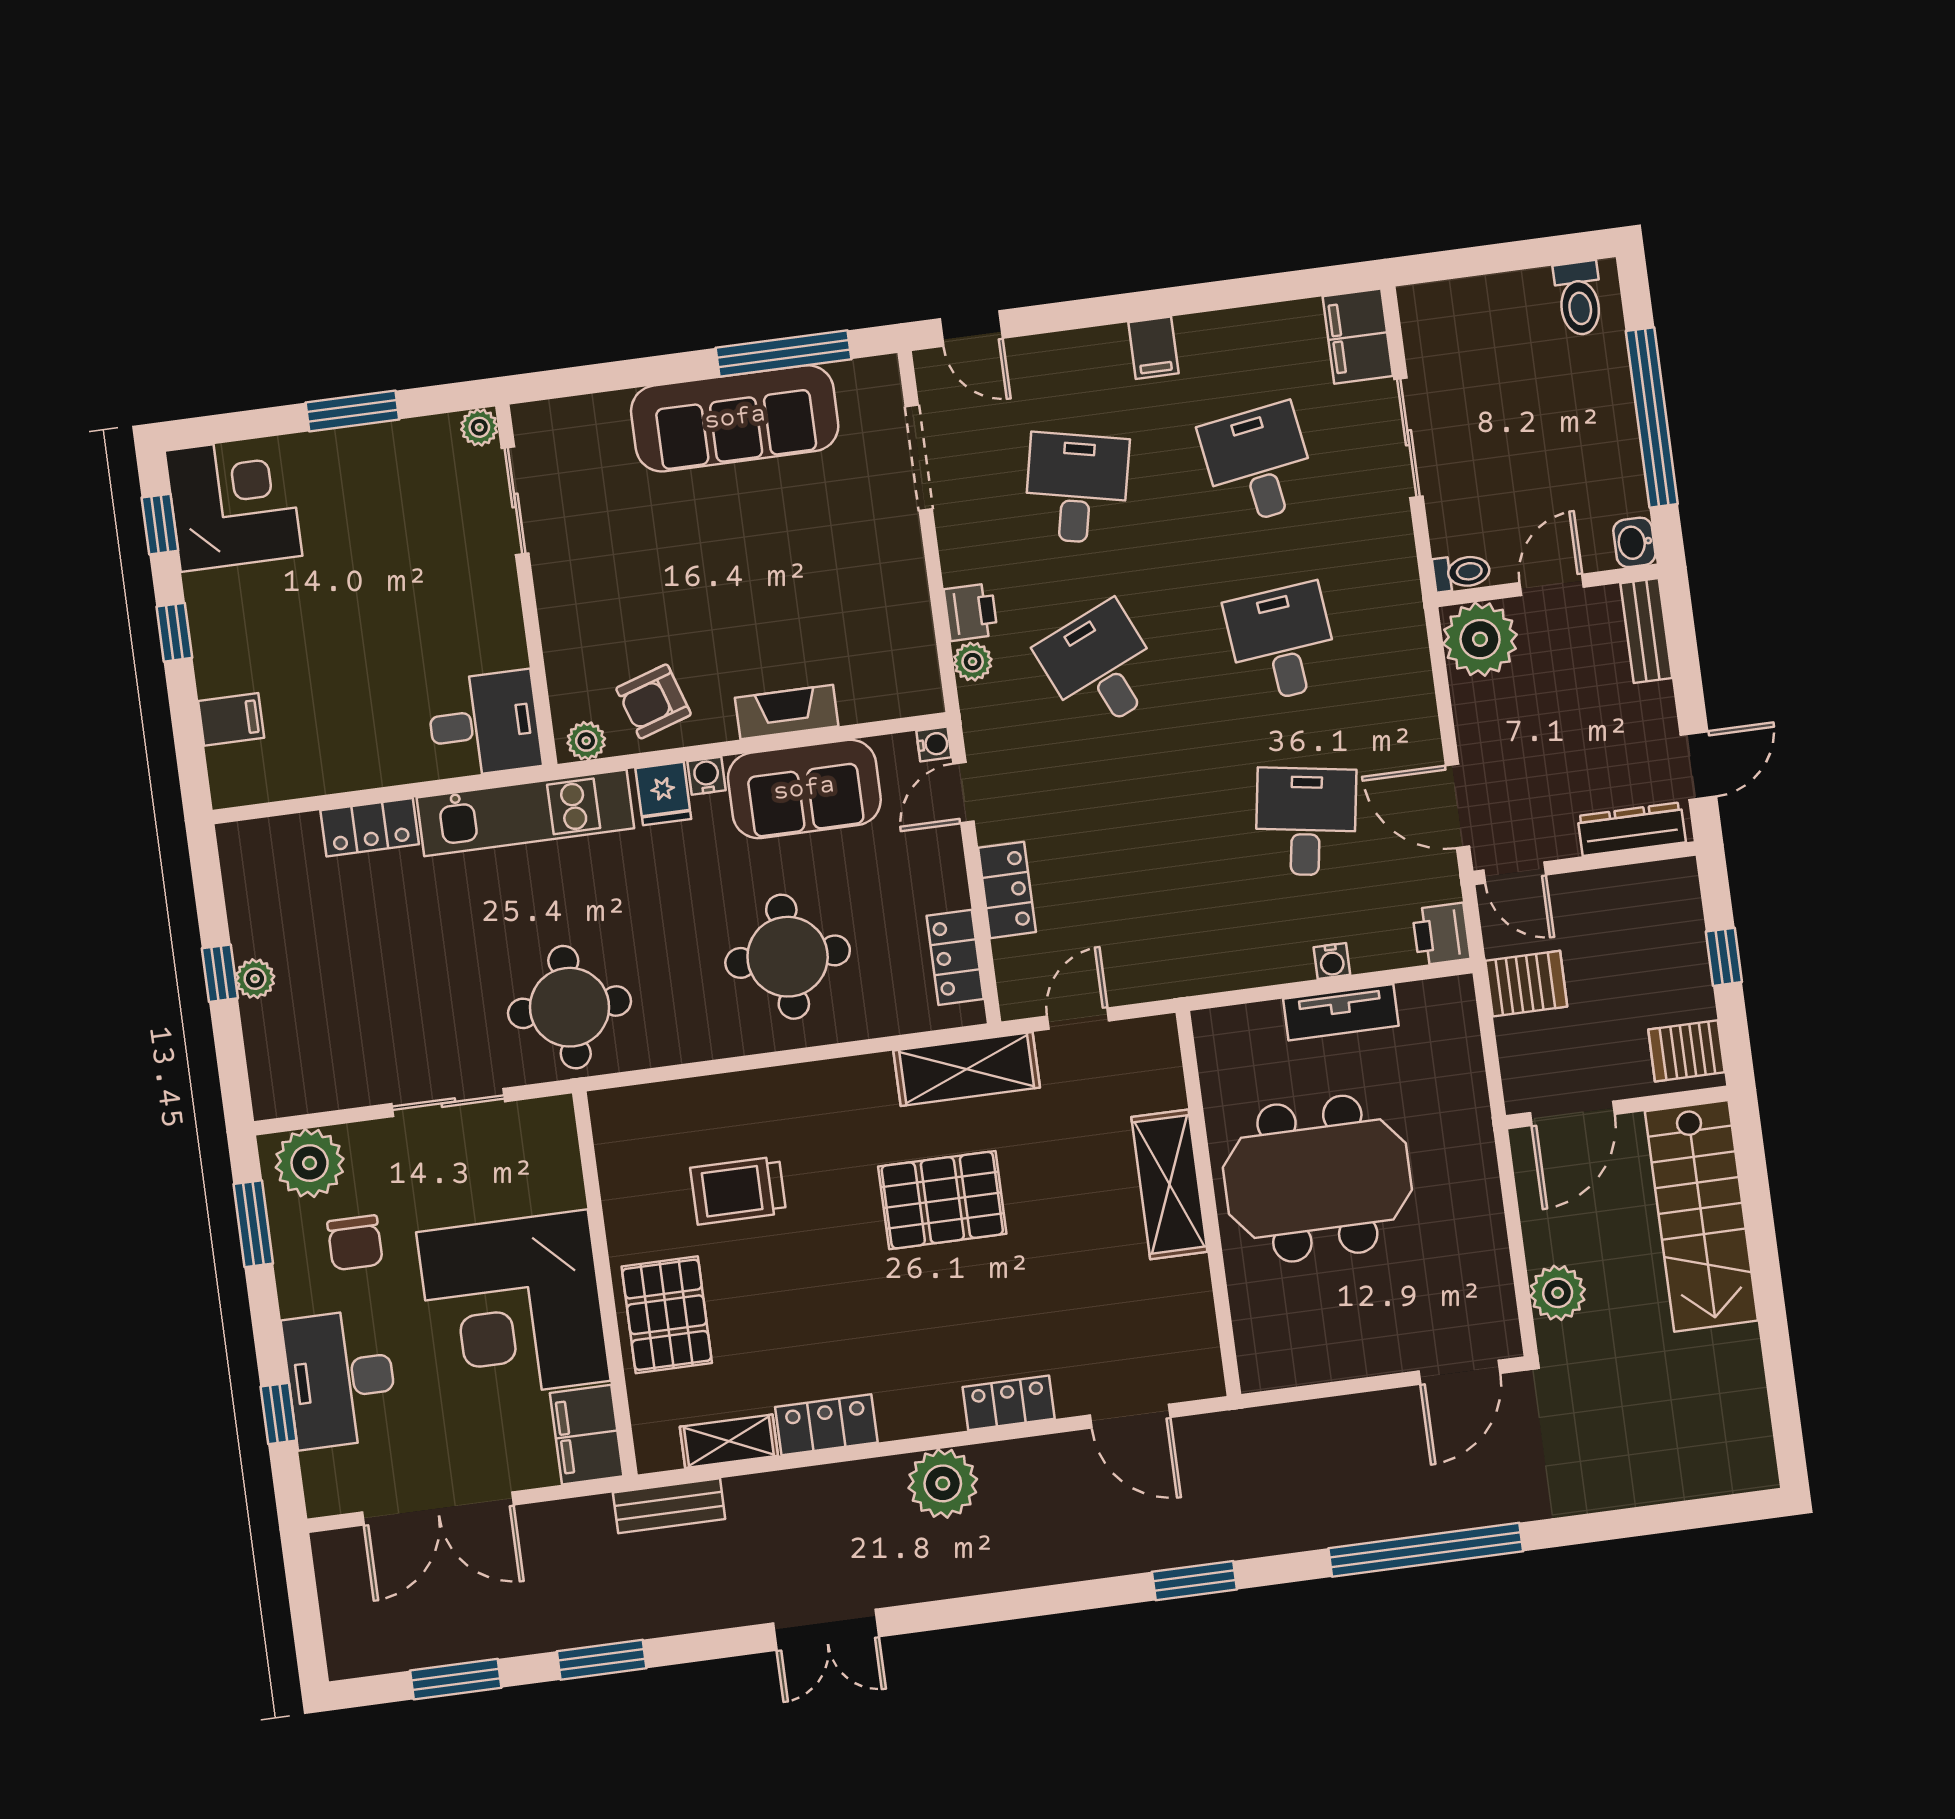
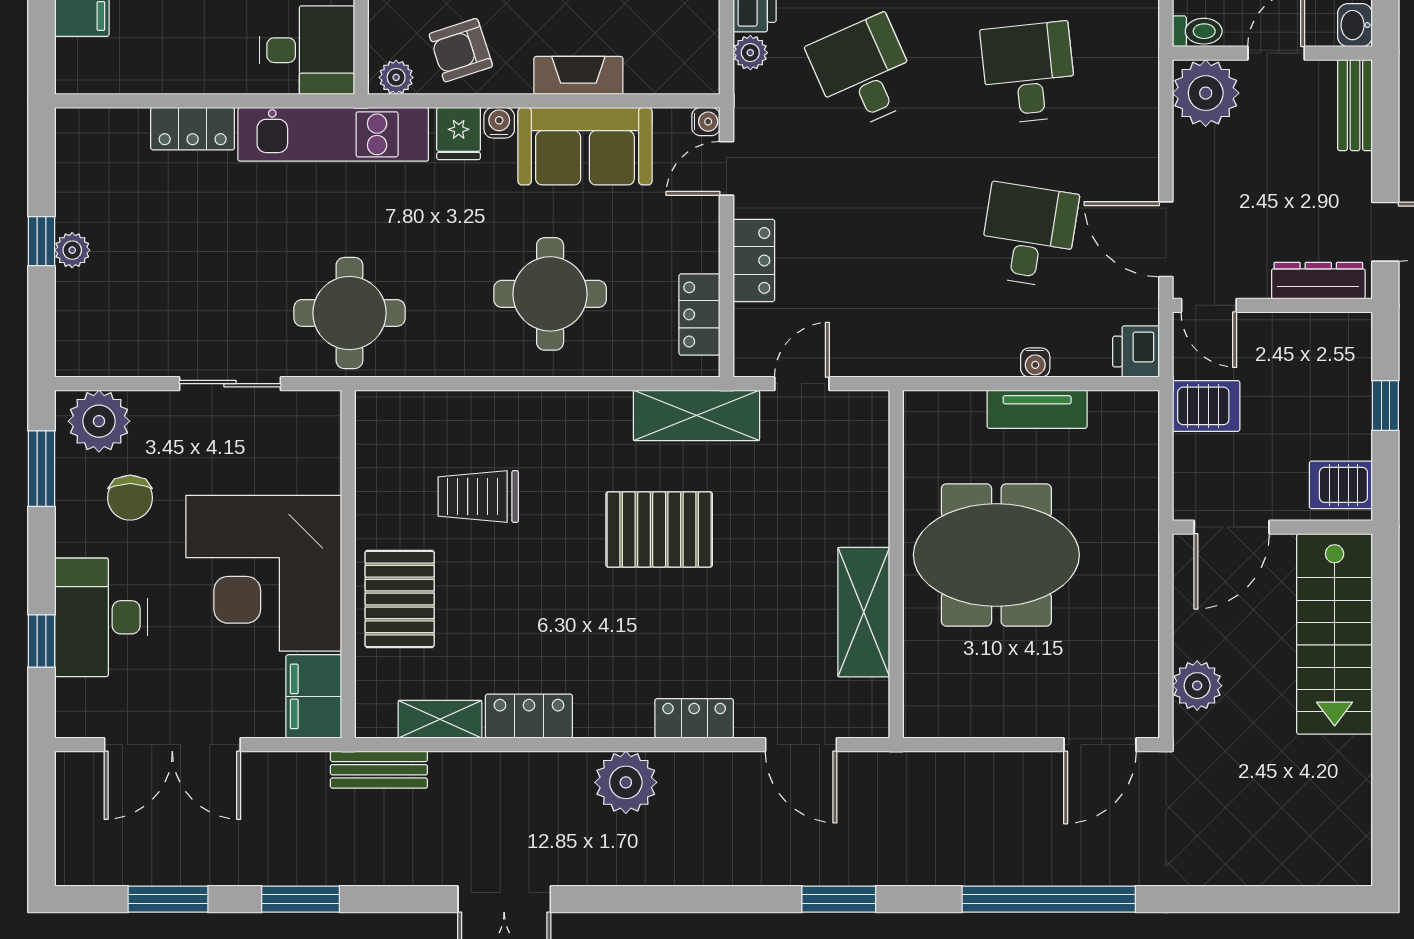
shelving: (1169, 1184) -> (864, 612), moved

